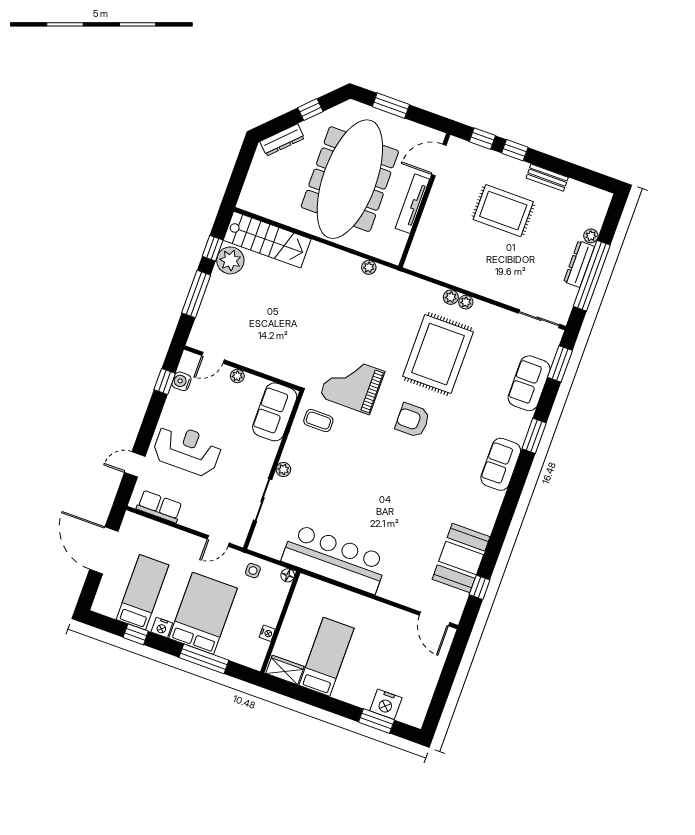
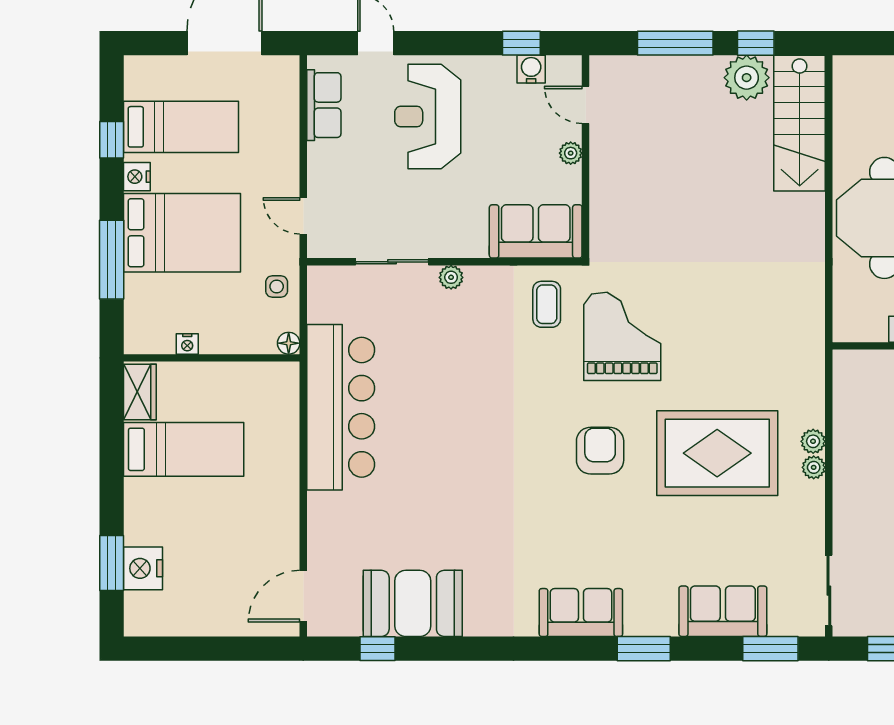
plant: (369, 267) -> (813, 297), removed
reception desk: (187, 450) -> (428, 117), turned 180

